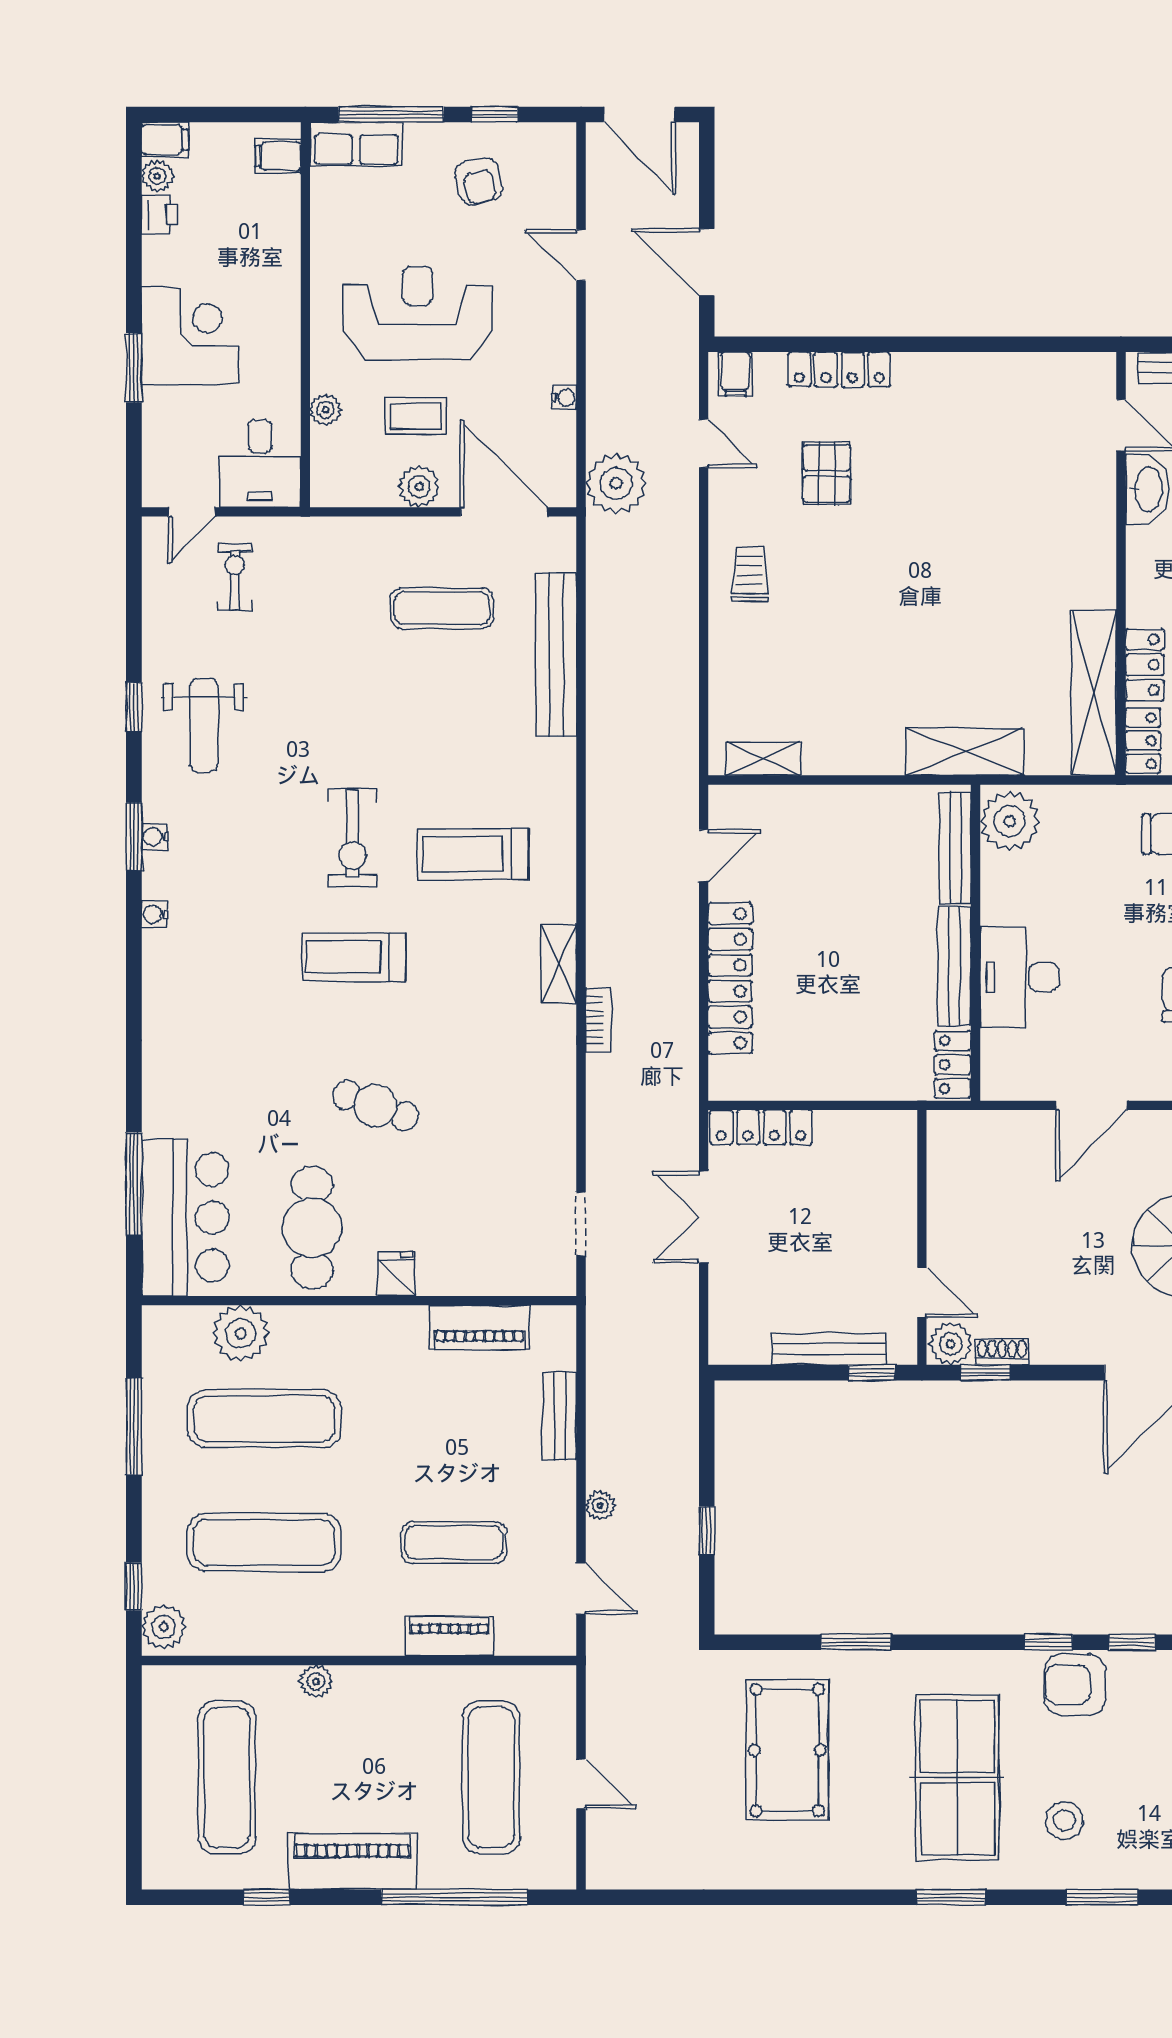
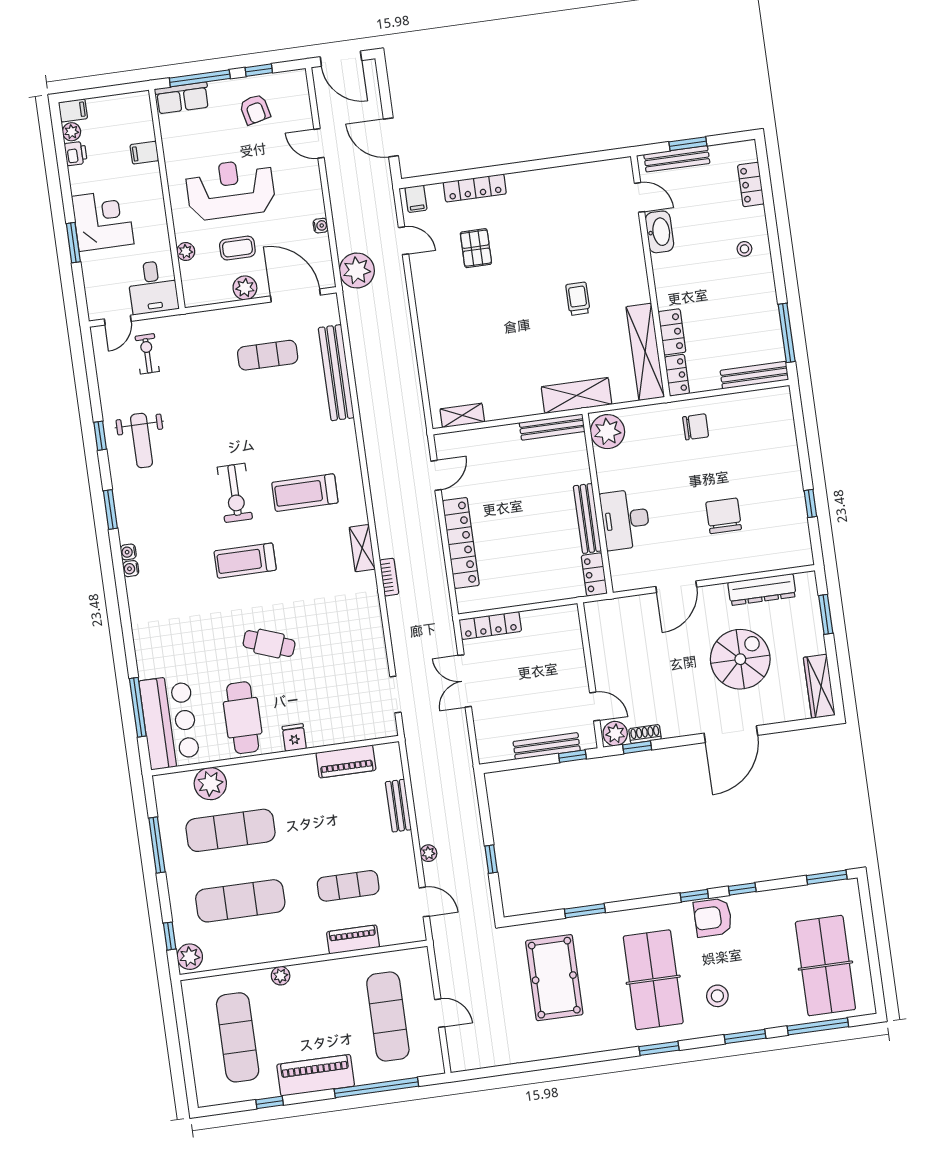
filing cabinet: (278, 156) -> (144, 153), moved
trolley: (750, 574) -> (578, 299), moved
water cooler: (155, 837) -> (131, 569), moved
bench: (955, 848) -> (552, 427), moved, turned 90

